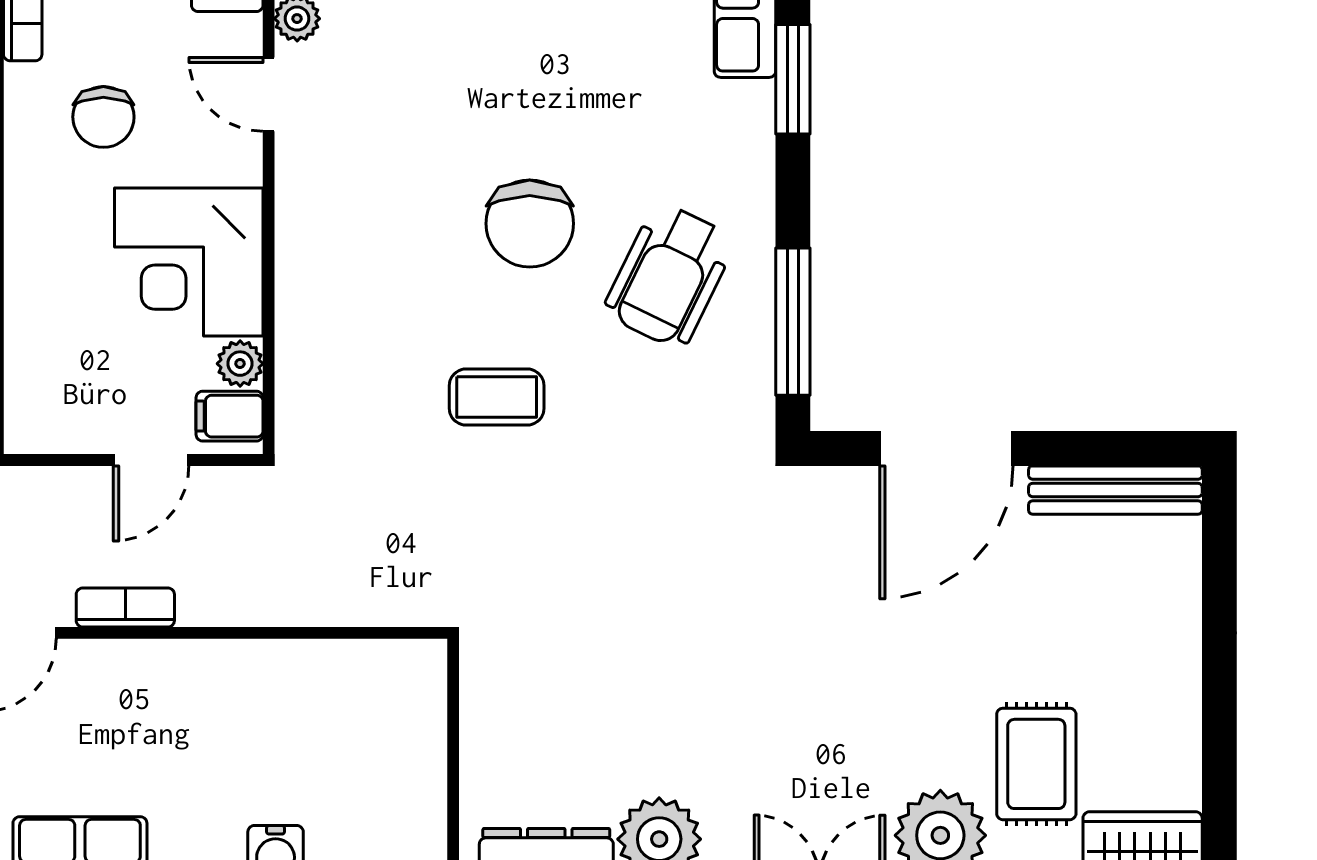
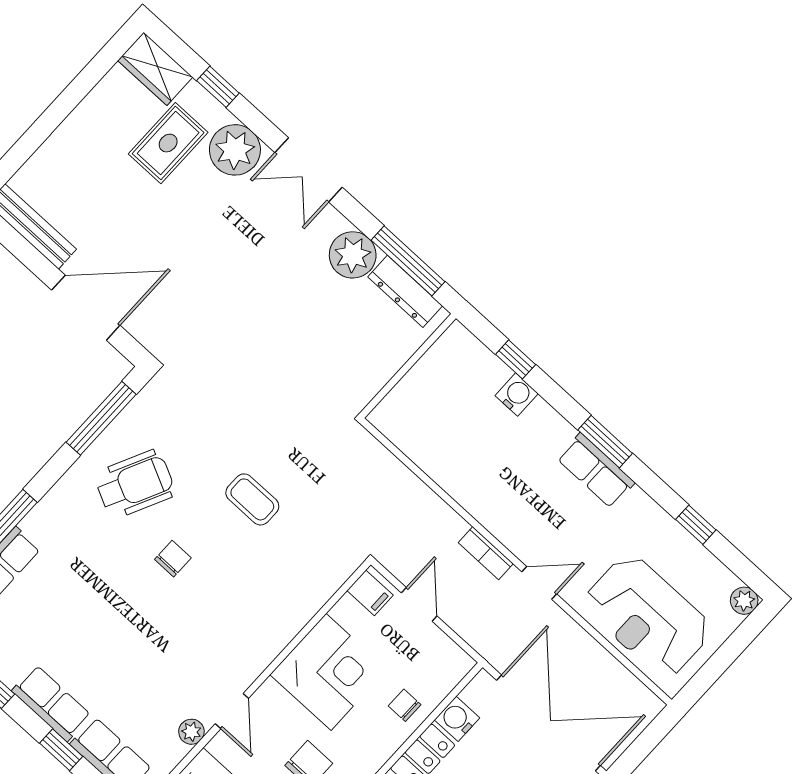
chair: (530, 224) -> (173, 559), width x0.54, depth x0.54
chair: (49, 310) -> (405, 705), added
plant: (240, 364) -> (346, 611), removed
door: (151, 460) -> (419, 604), hinge flipped

